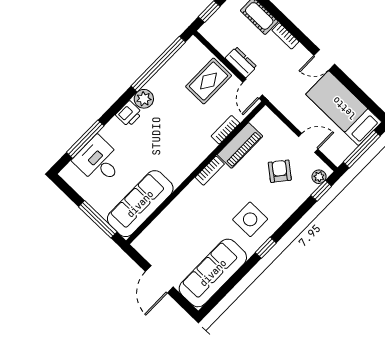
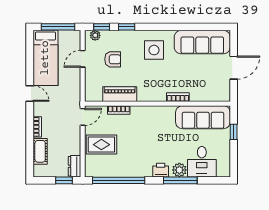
dresser: (241, 62) -> (75, 166), moved
plant: (144, 99) -> (179, 170), moved
window: (85, 139) -> (180, 180), moved
door: (308, 143) -> (83, 59), hinge flipped
bookcase: (210, 171) -> (178, 97), moved
armchair: (280, 171) -> (113, 59), turned -129
window: (98, 219) -> (234, 132), width x0.46
window: (266, 248) -> (127, 27), moved

